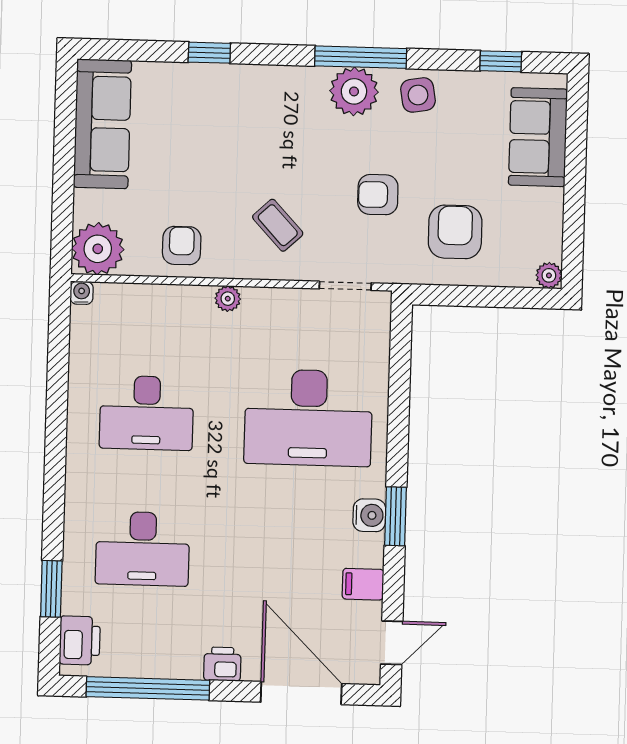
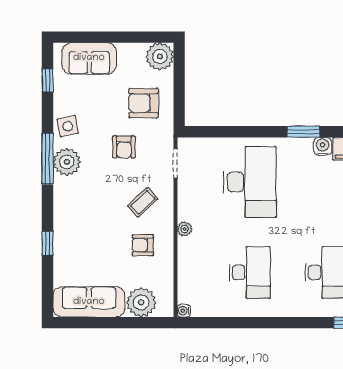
armchair: (182, 246) -> (143, 245), moved
plant: (98, 249) -> (141, 302), moved
plant: (549, 275) -> (160, 56), width x1.87, depth x1.87
water cooler: (369, 515) -> (323, 146), moved

